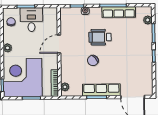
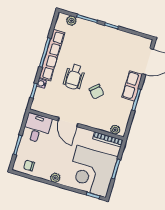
row of seats: (119, 12) -> (52, 55), width x1.36
desk: (31, 20) -> (37, 128), moved, turned 90
row of seats: (101, 90) -> (132, 86), width x0.68

